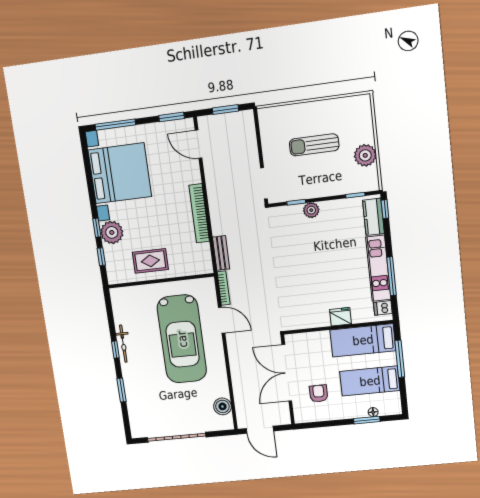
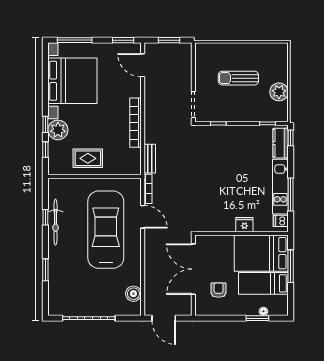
plant: (311, 210) -> (230, 131), removed
car: (182, 339) -> (106, 230), turned 180
bed: (363, 340) -> (261, 253), width x1.50
bicycle: (123, 344) -> (56, 222), width x1.37, depth x1.40
window: (115, 350) -> (45, 217), moved

